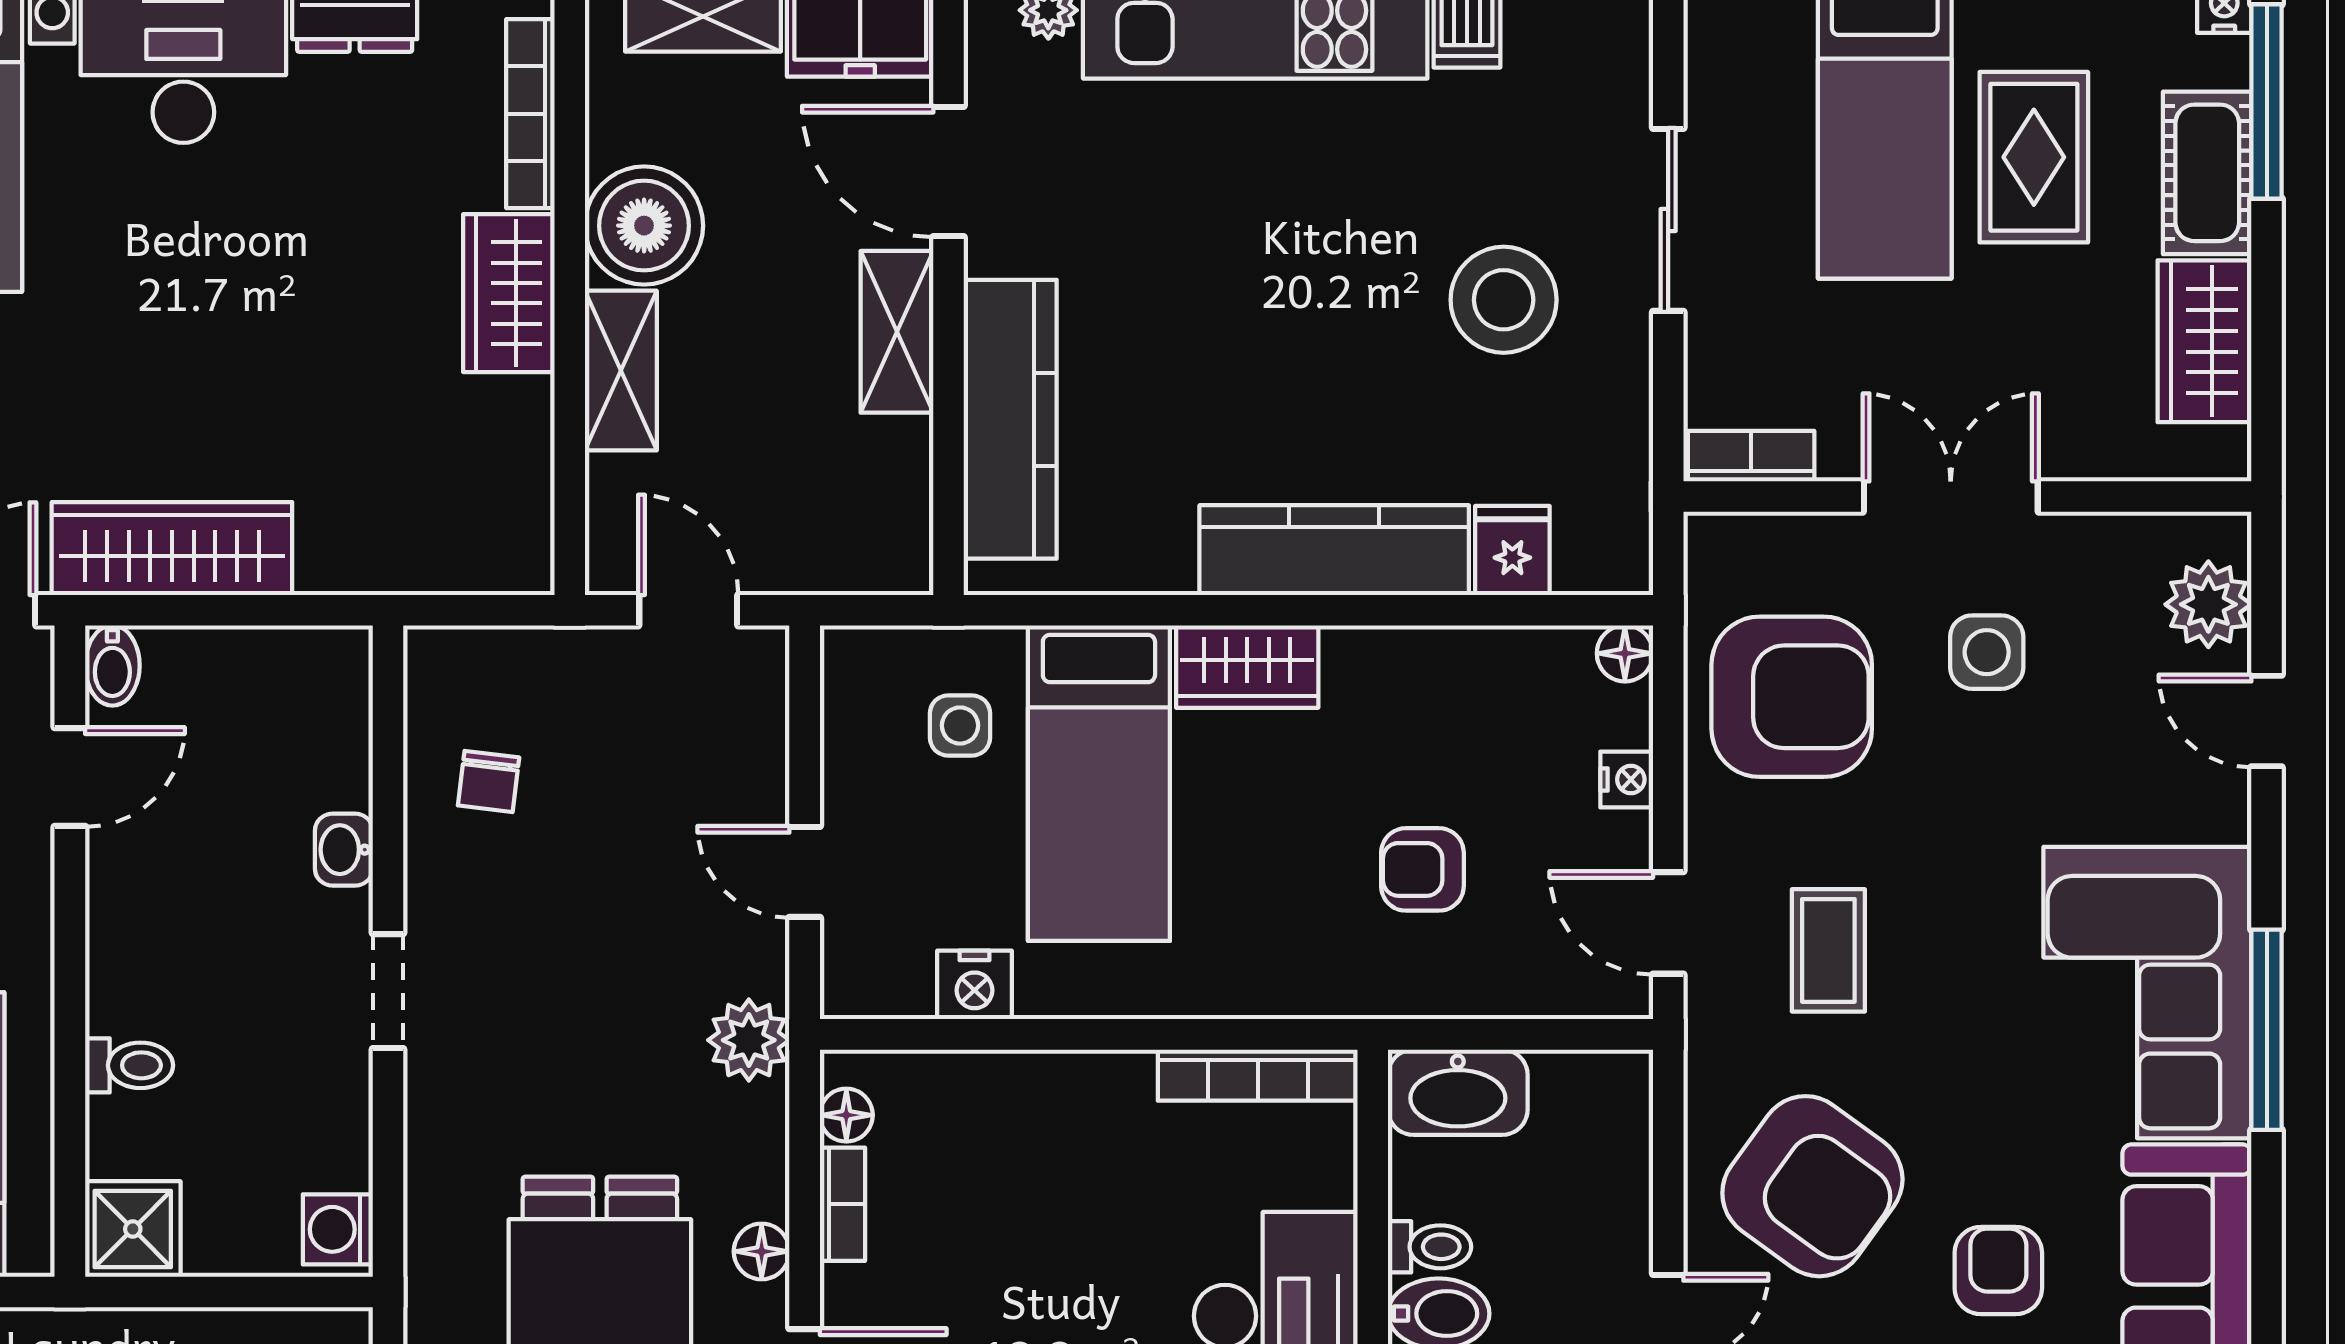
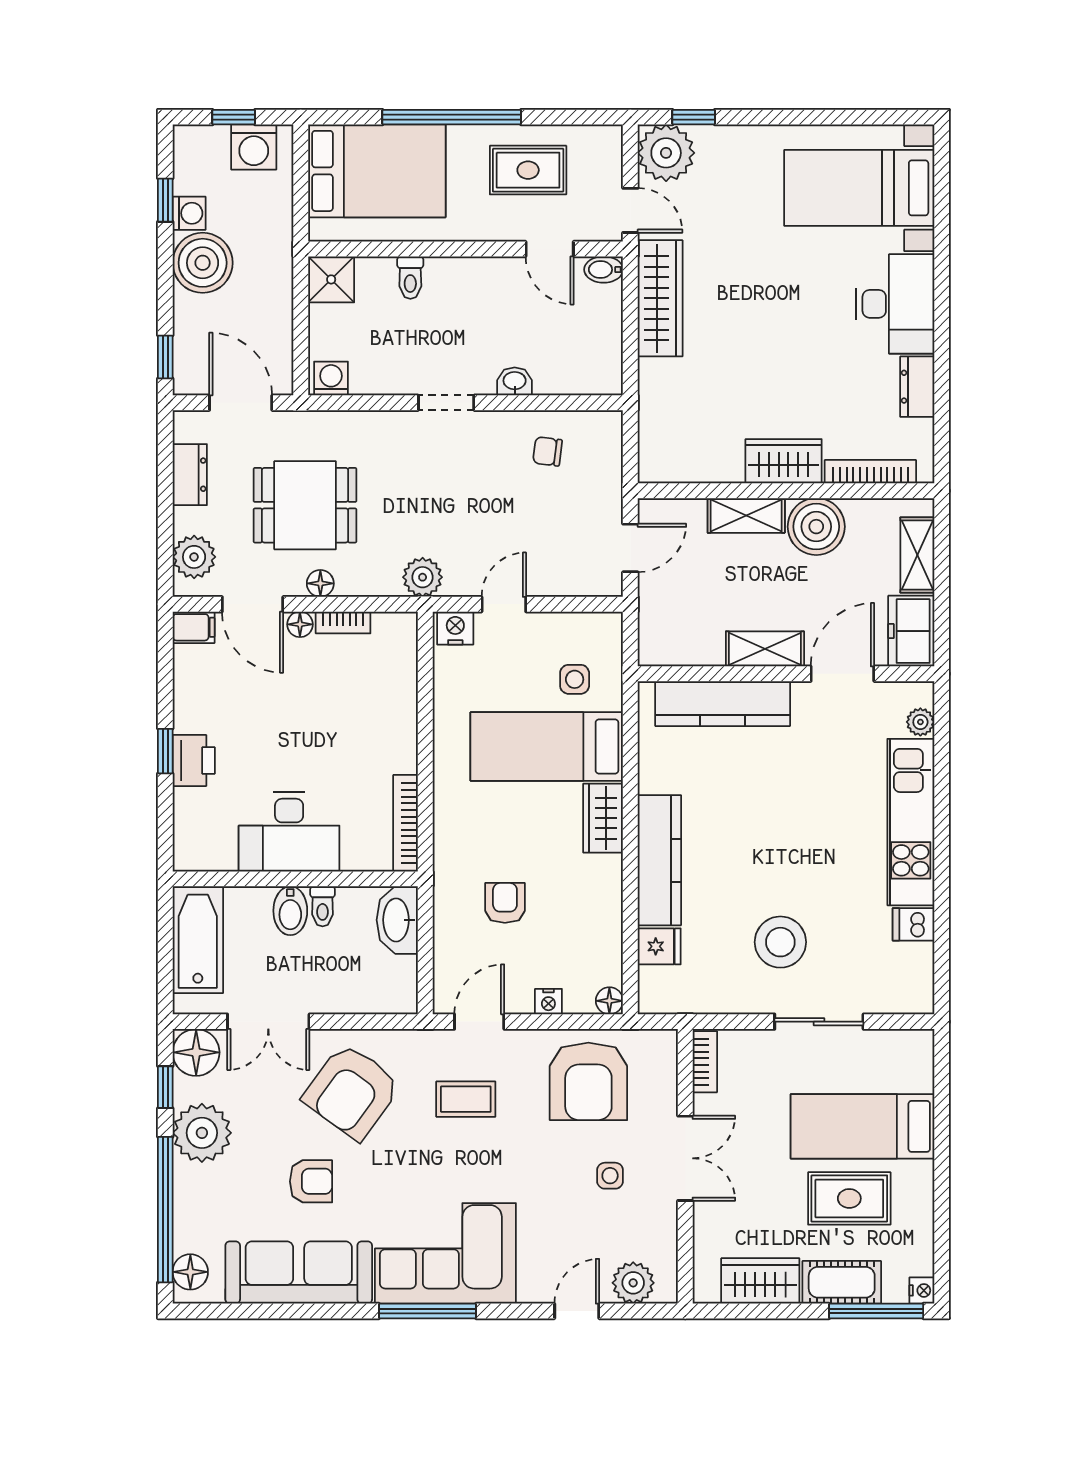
side table: (1987, 652) -> (610, 1176), width x0.73, depth x0.73
nightstand: (975, 985) -> (455, 628), moved, turned 90
floor lamp: (846, 1115) -> (300, 624), moved

